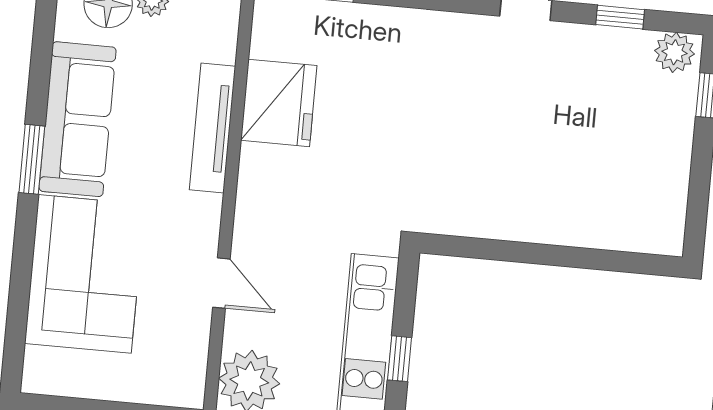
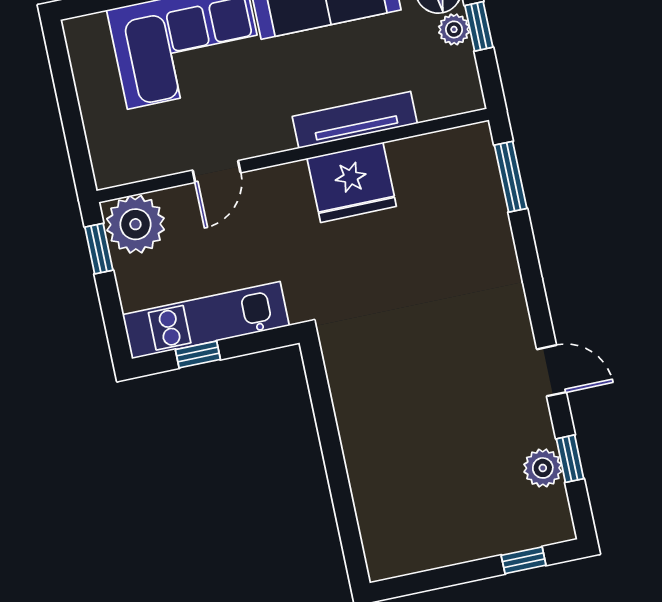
plant: (674, 52) -> (543, 468), moved
fridge: (279, 103) -> (352, 182), moved

